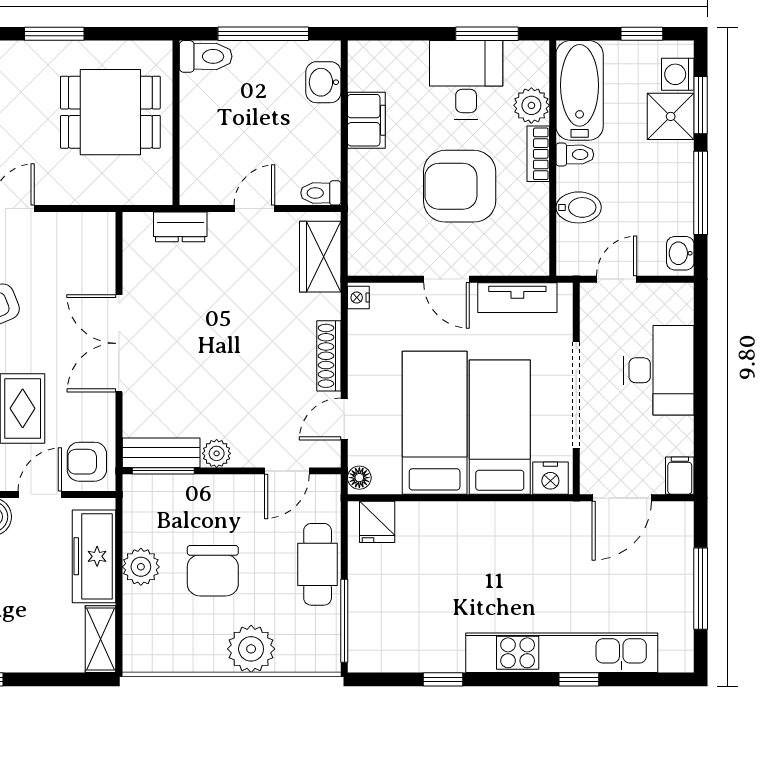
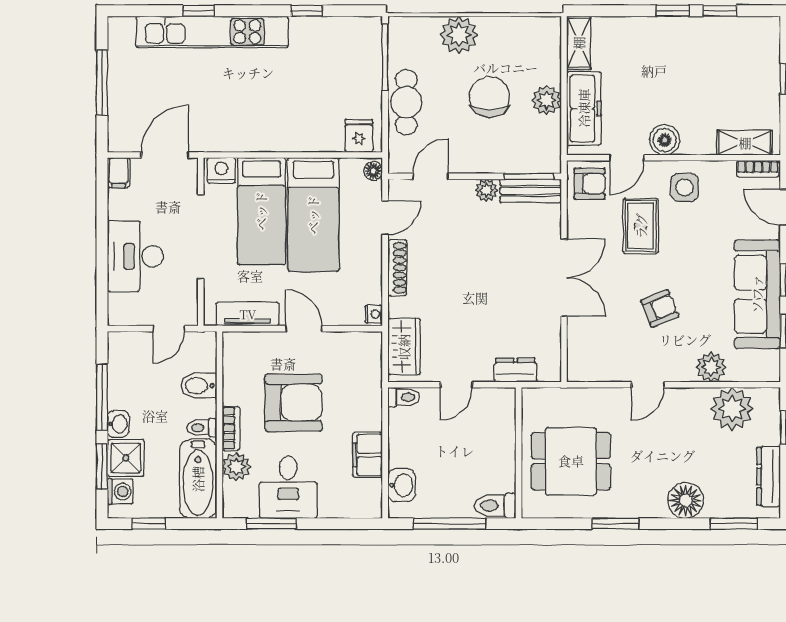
washbasin: (680, 253) -> (118, 424), moved

